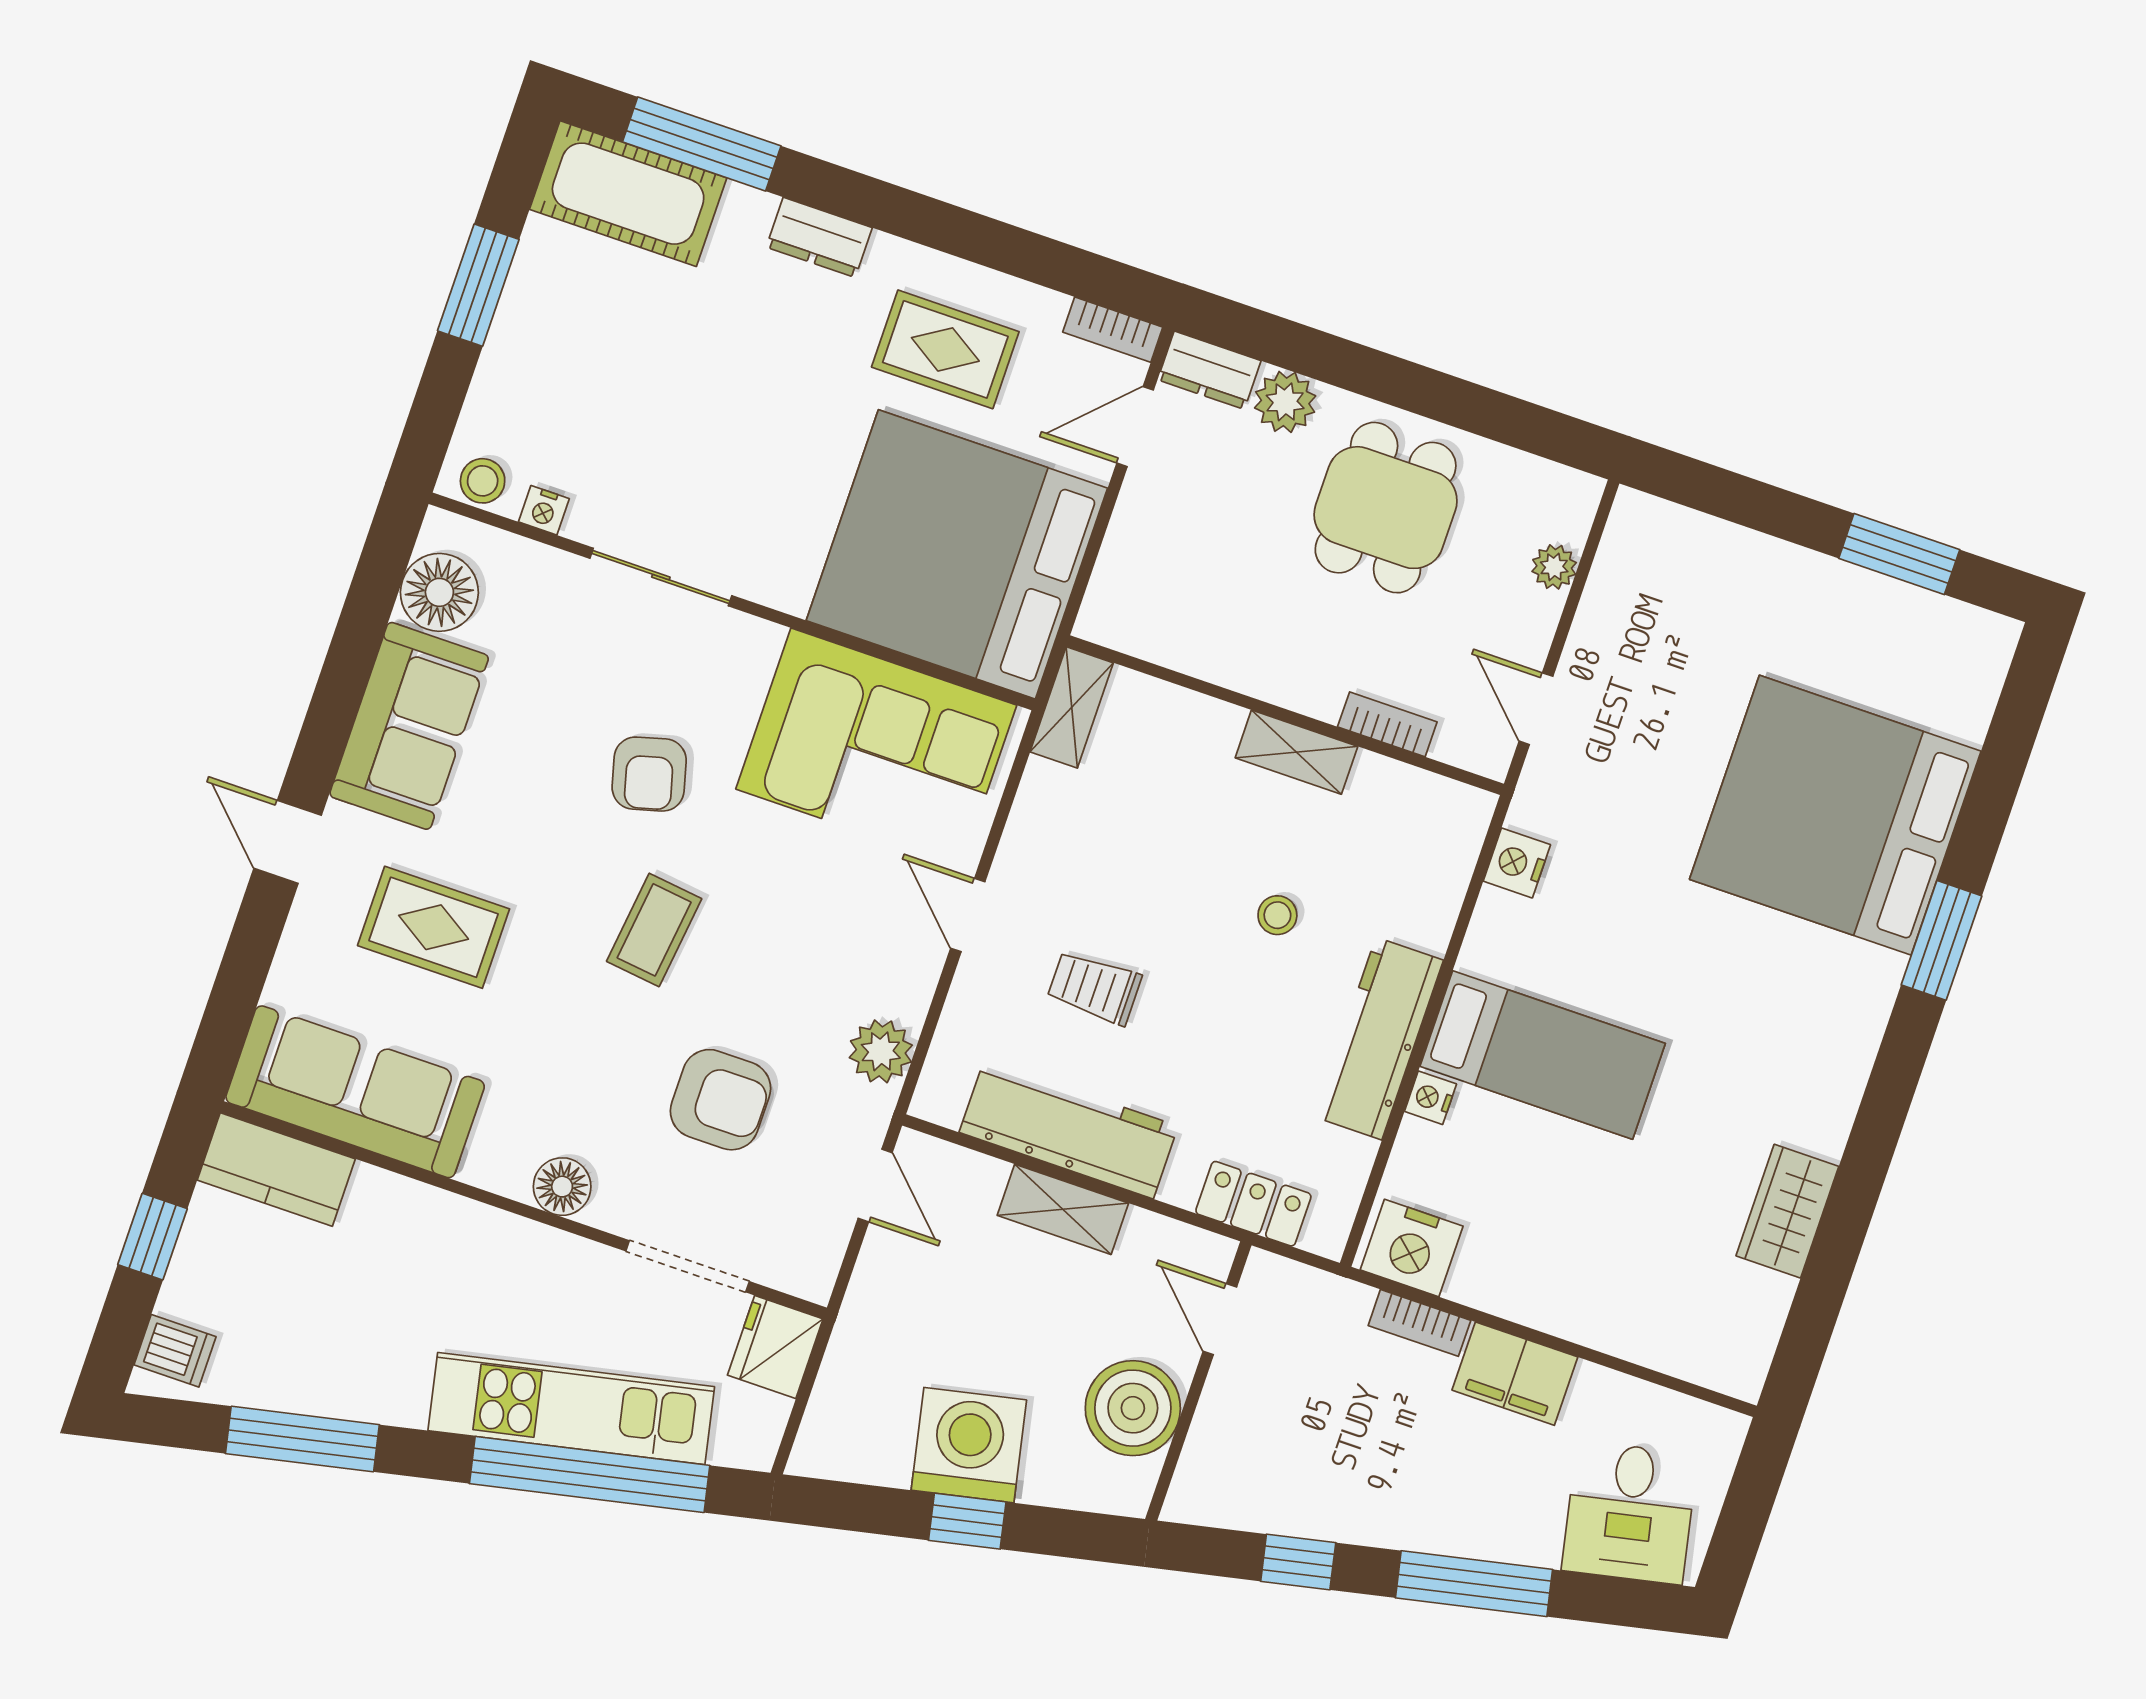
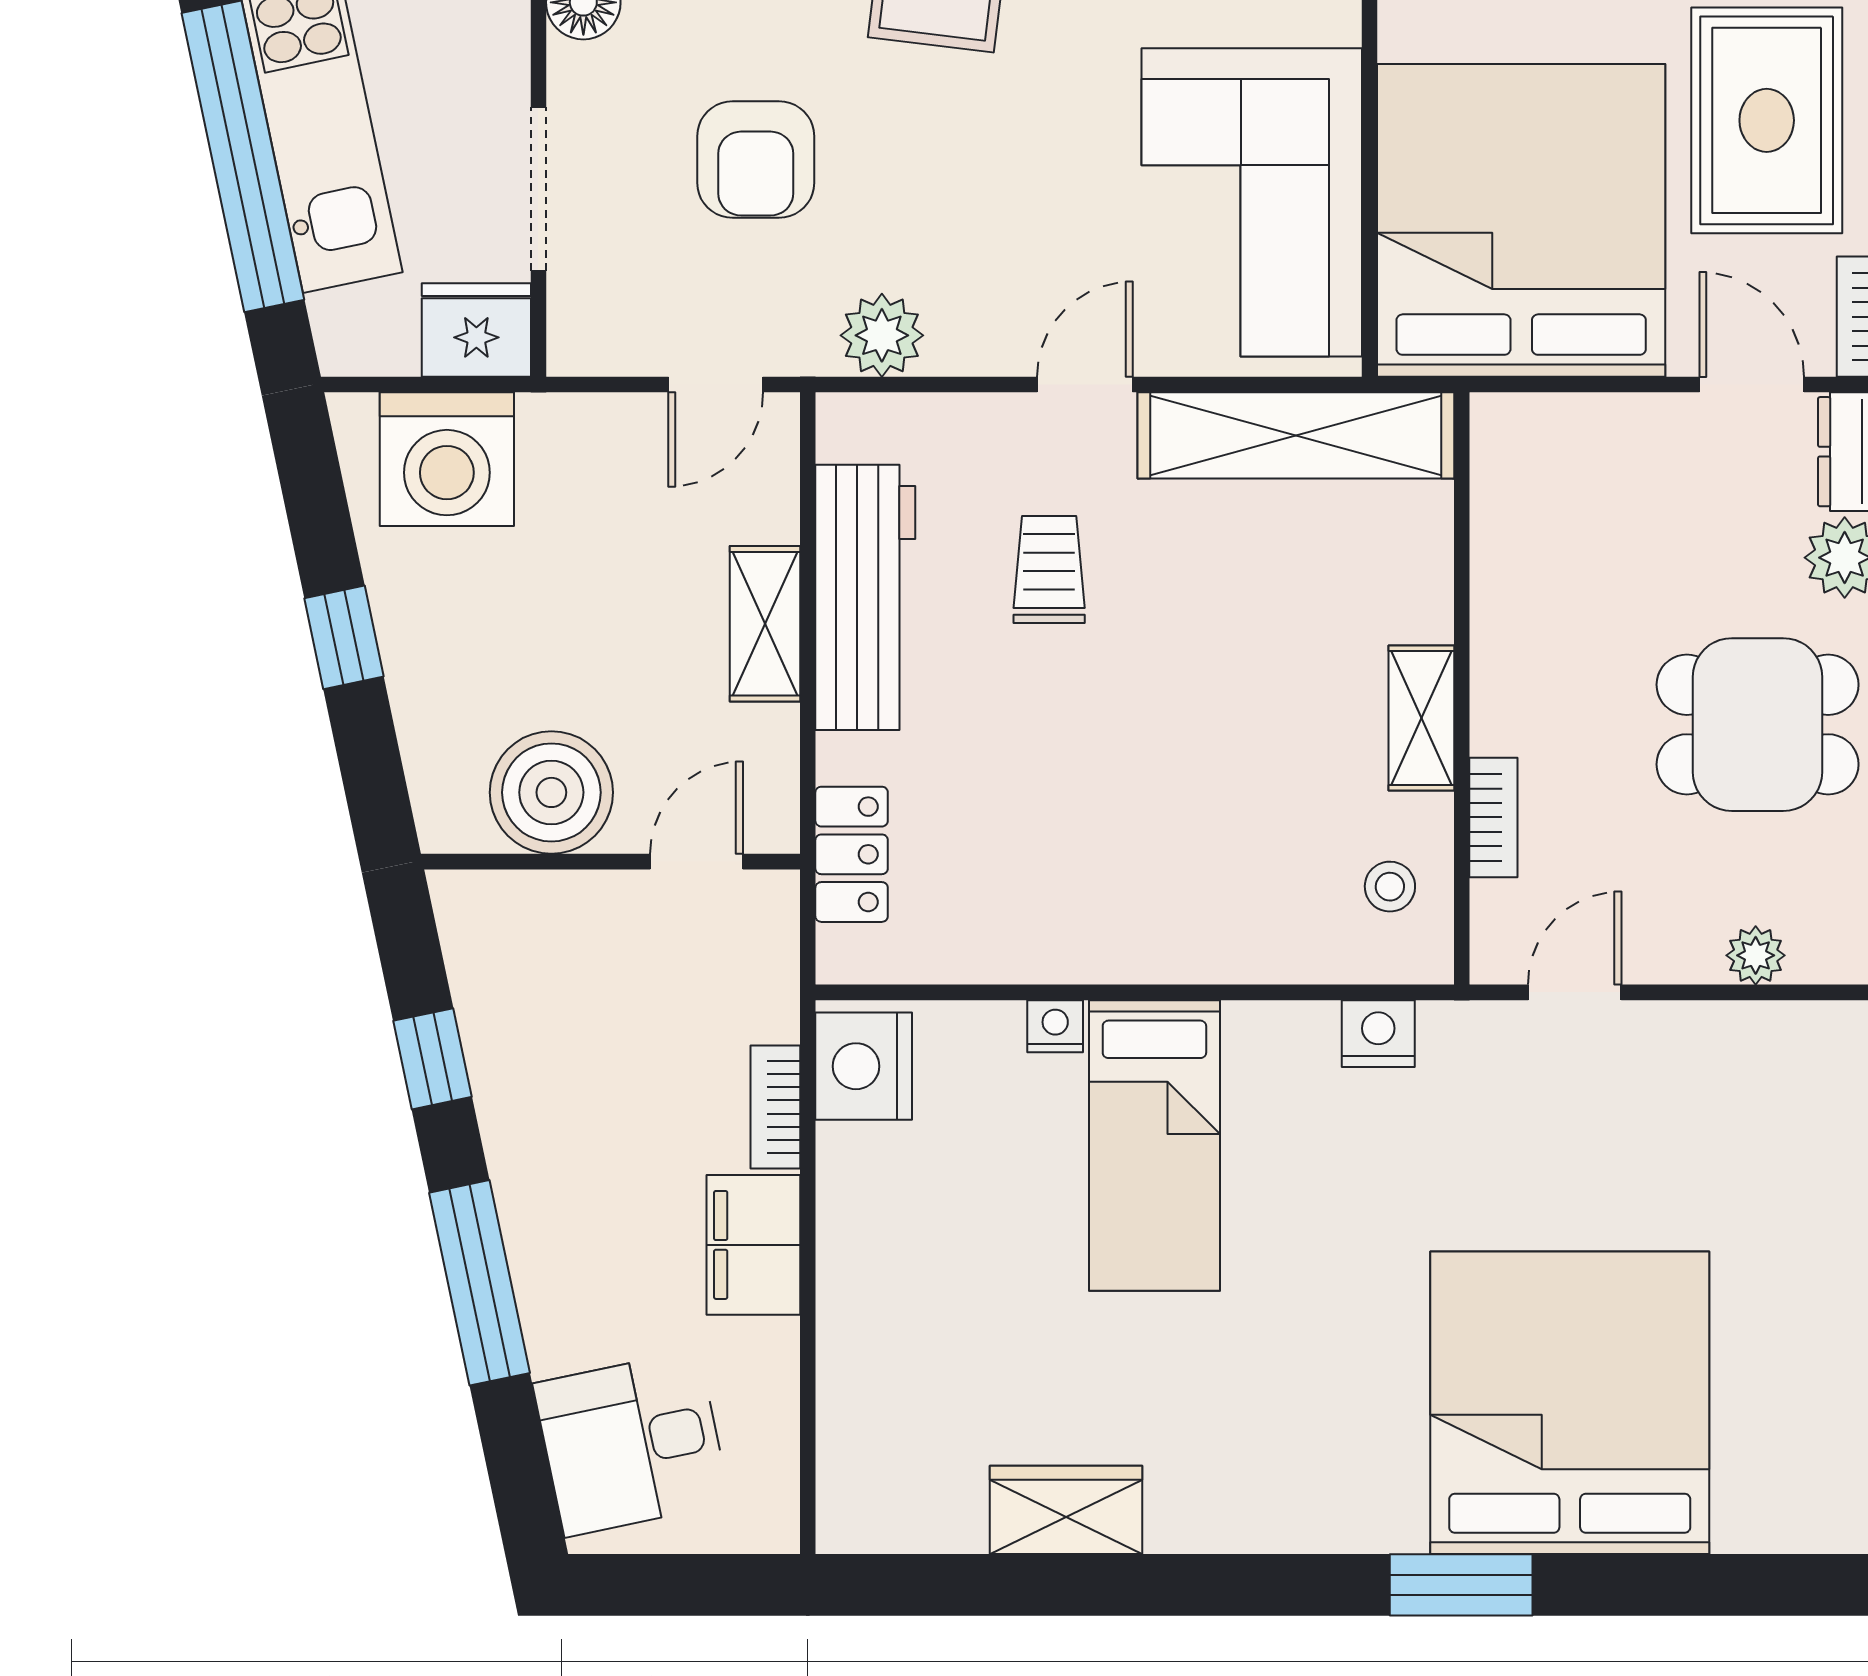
rug: (945, 349) -> (1767, 120), width x1.36, depth x1.43
shelving: (1072, 707) -> (1296, 435), width x2.20, depth x1.33
stool: (1277, 915) -> (1390, 887), moved
workbench: (1379, 1039) -> (1106, 939), removed
washing machine: (969, 1445) -> (447, 459), moved, turned 102

